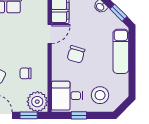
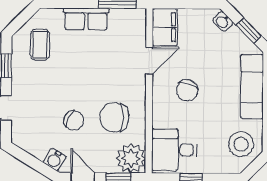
chair: (26, 73) -> (114, 117), width x1.87, depth x1.87
stool: (100, 95) -> (241, 144), moved

